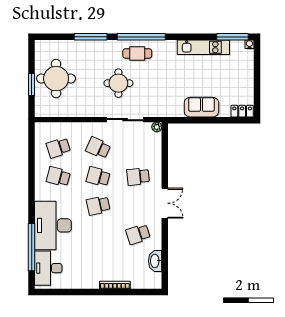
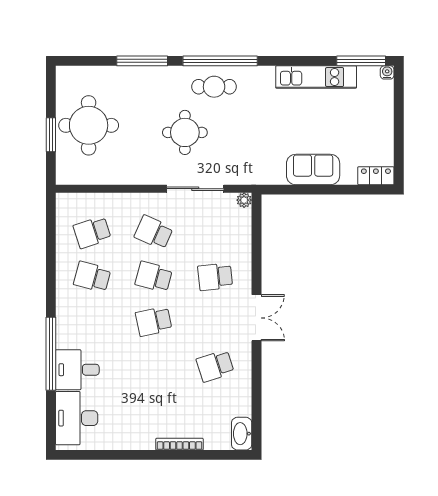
desk: (53, 225) -> (77, 370), width x0.53, depth x0.77
window: (32, 247) -> (51, 354), moved
washbasin: (155, 261) -> (242, 434), moved

